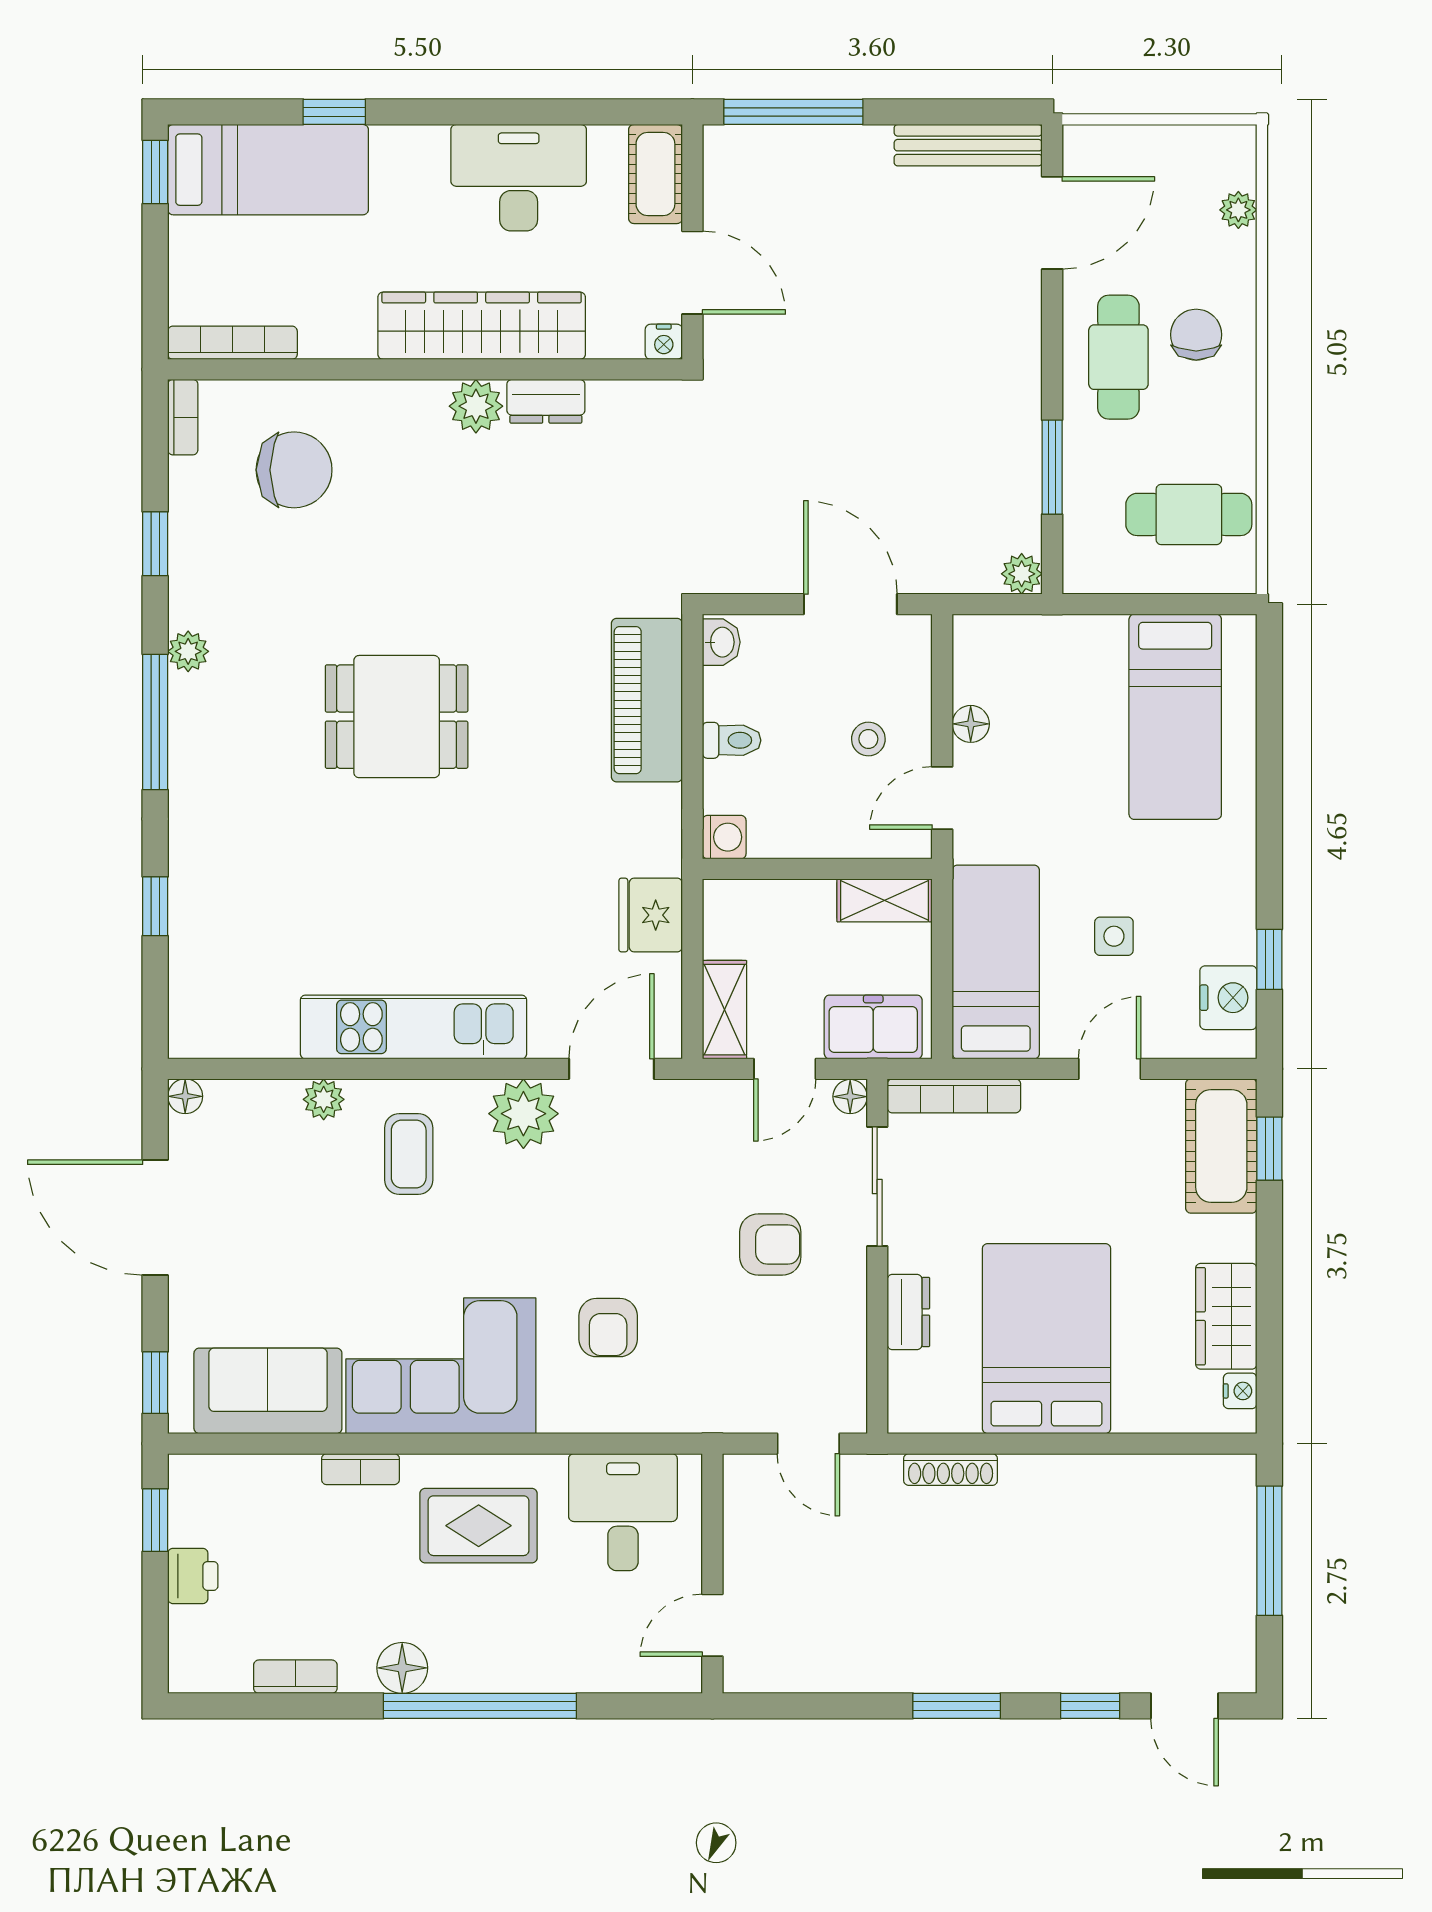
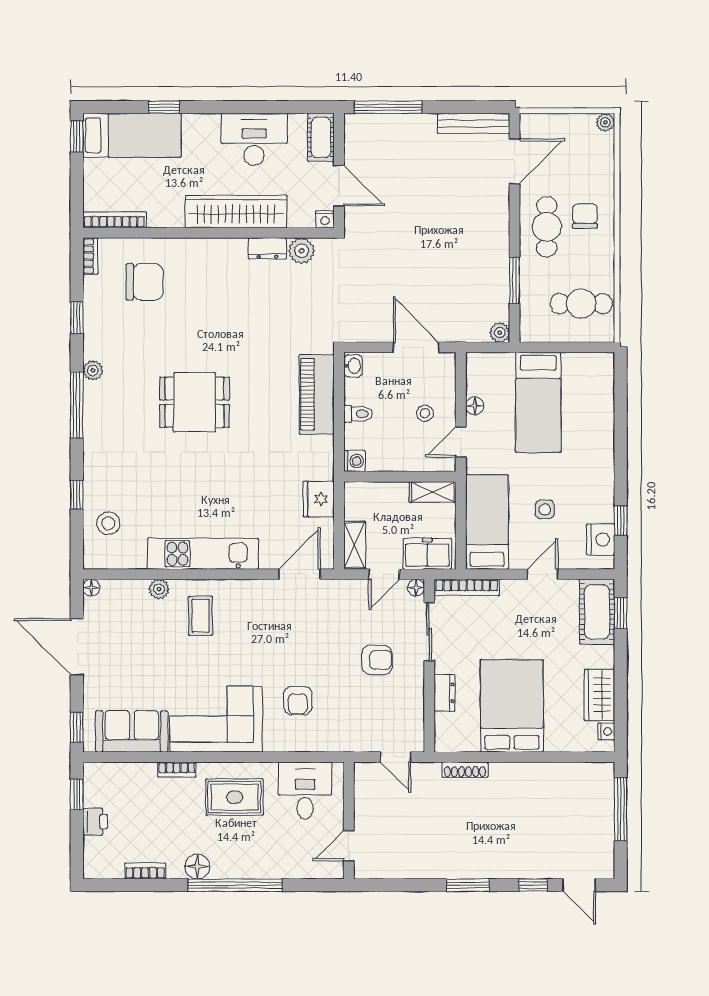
plant: (1238, 210) -> (605, 122), moved
plant: (476, 406) -> (302, 251), moved
bed: (1175, 717) -> (538, 402), moved
stool: (220, 965) -> (108, 523), added
plant: (523, 1114) -> (256, 596), removed

